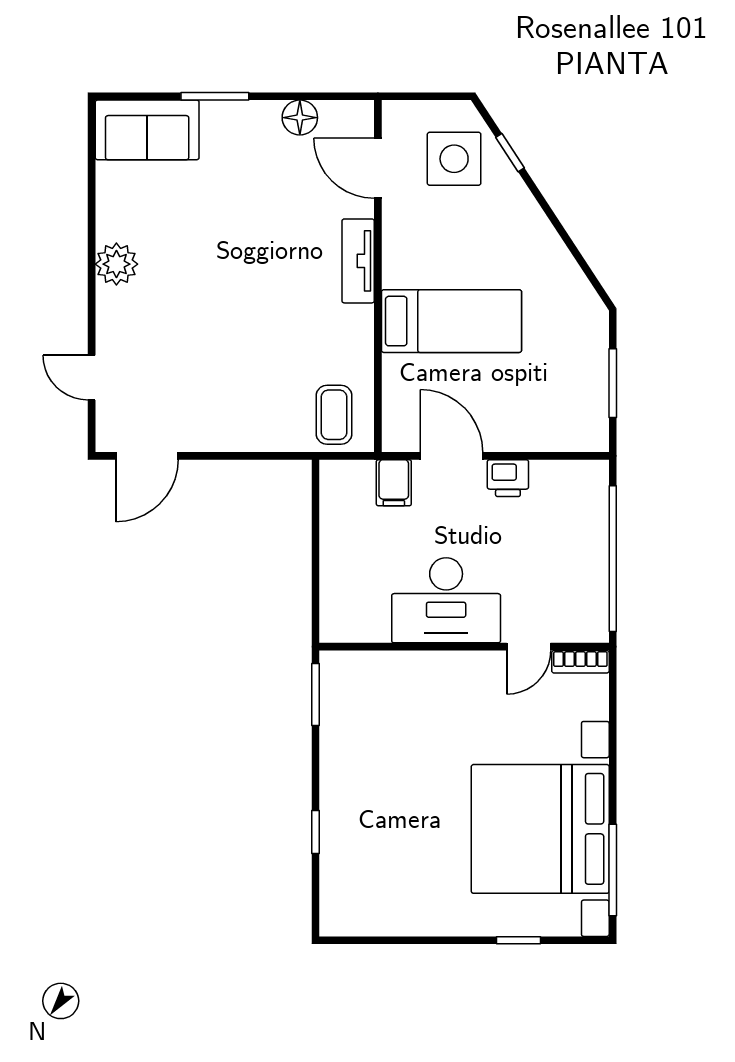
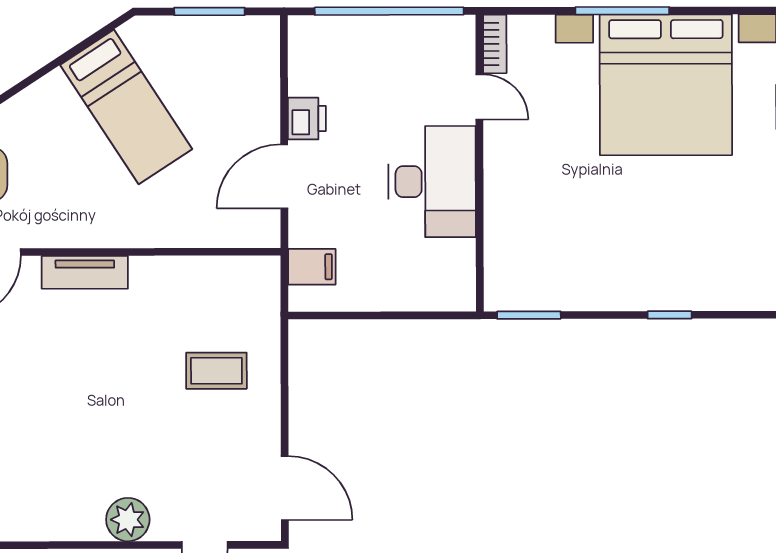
plant: (116, 264) -> (128, 520), moved
bed: (451, 321) -> (126, 107), moved, turned 147
coffee table: (334, 415) -> (216, 371), moved
filing cabinet: (394, 483) -> (312, 267), moved
window: (613, 870) -> (622, 11), moved

